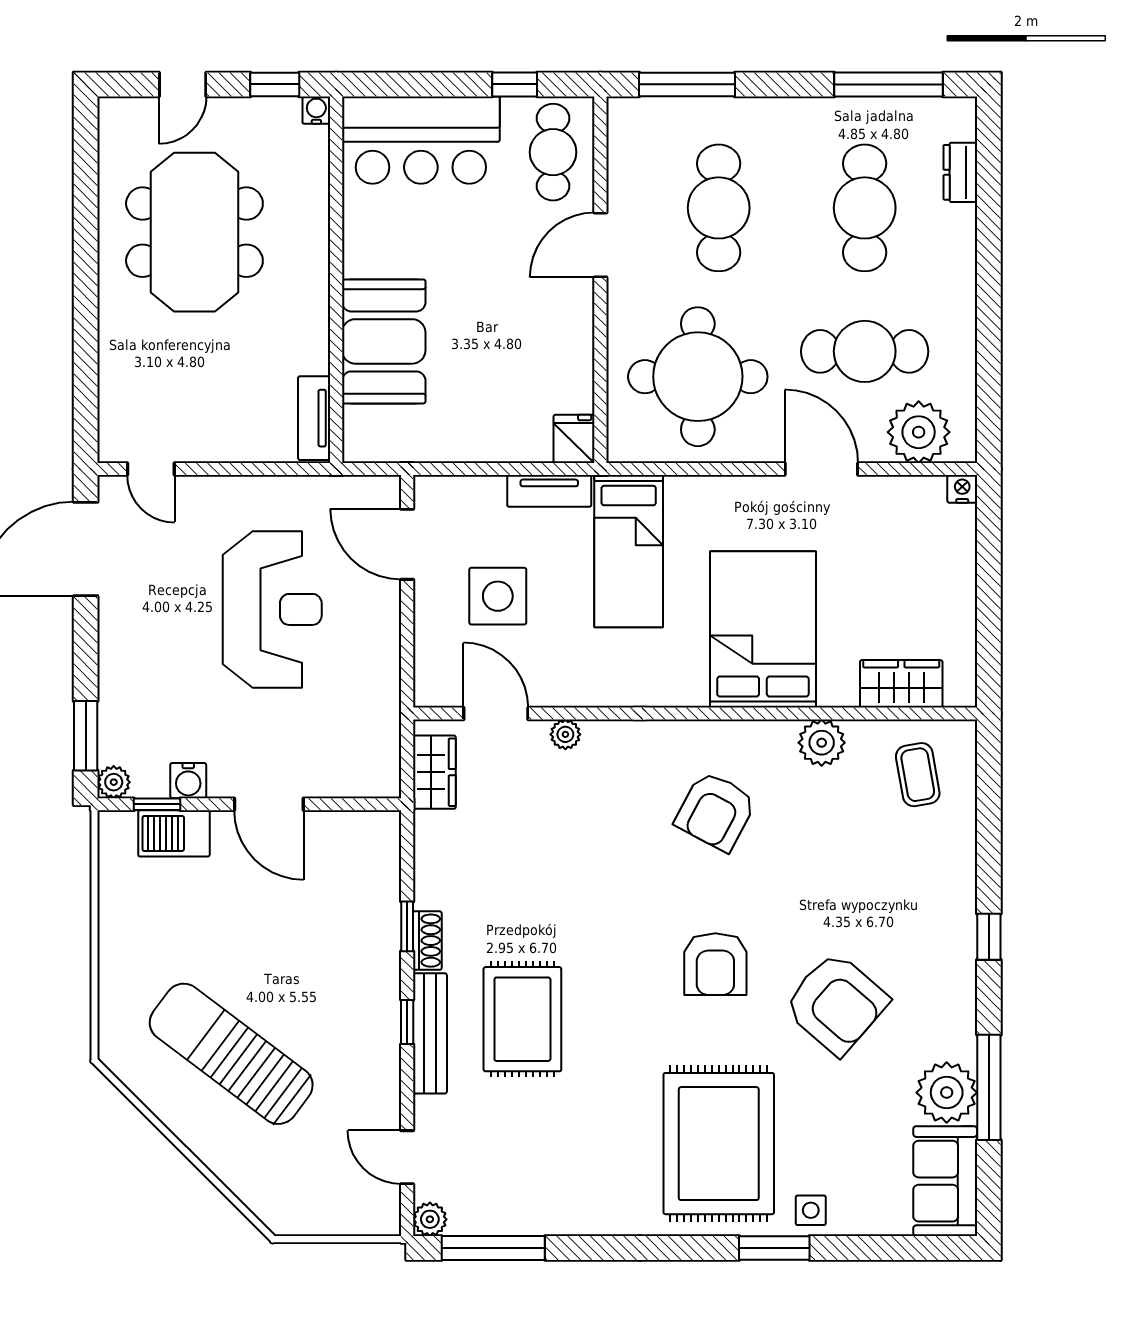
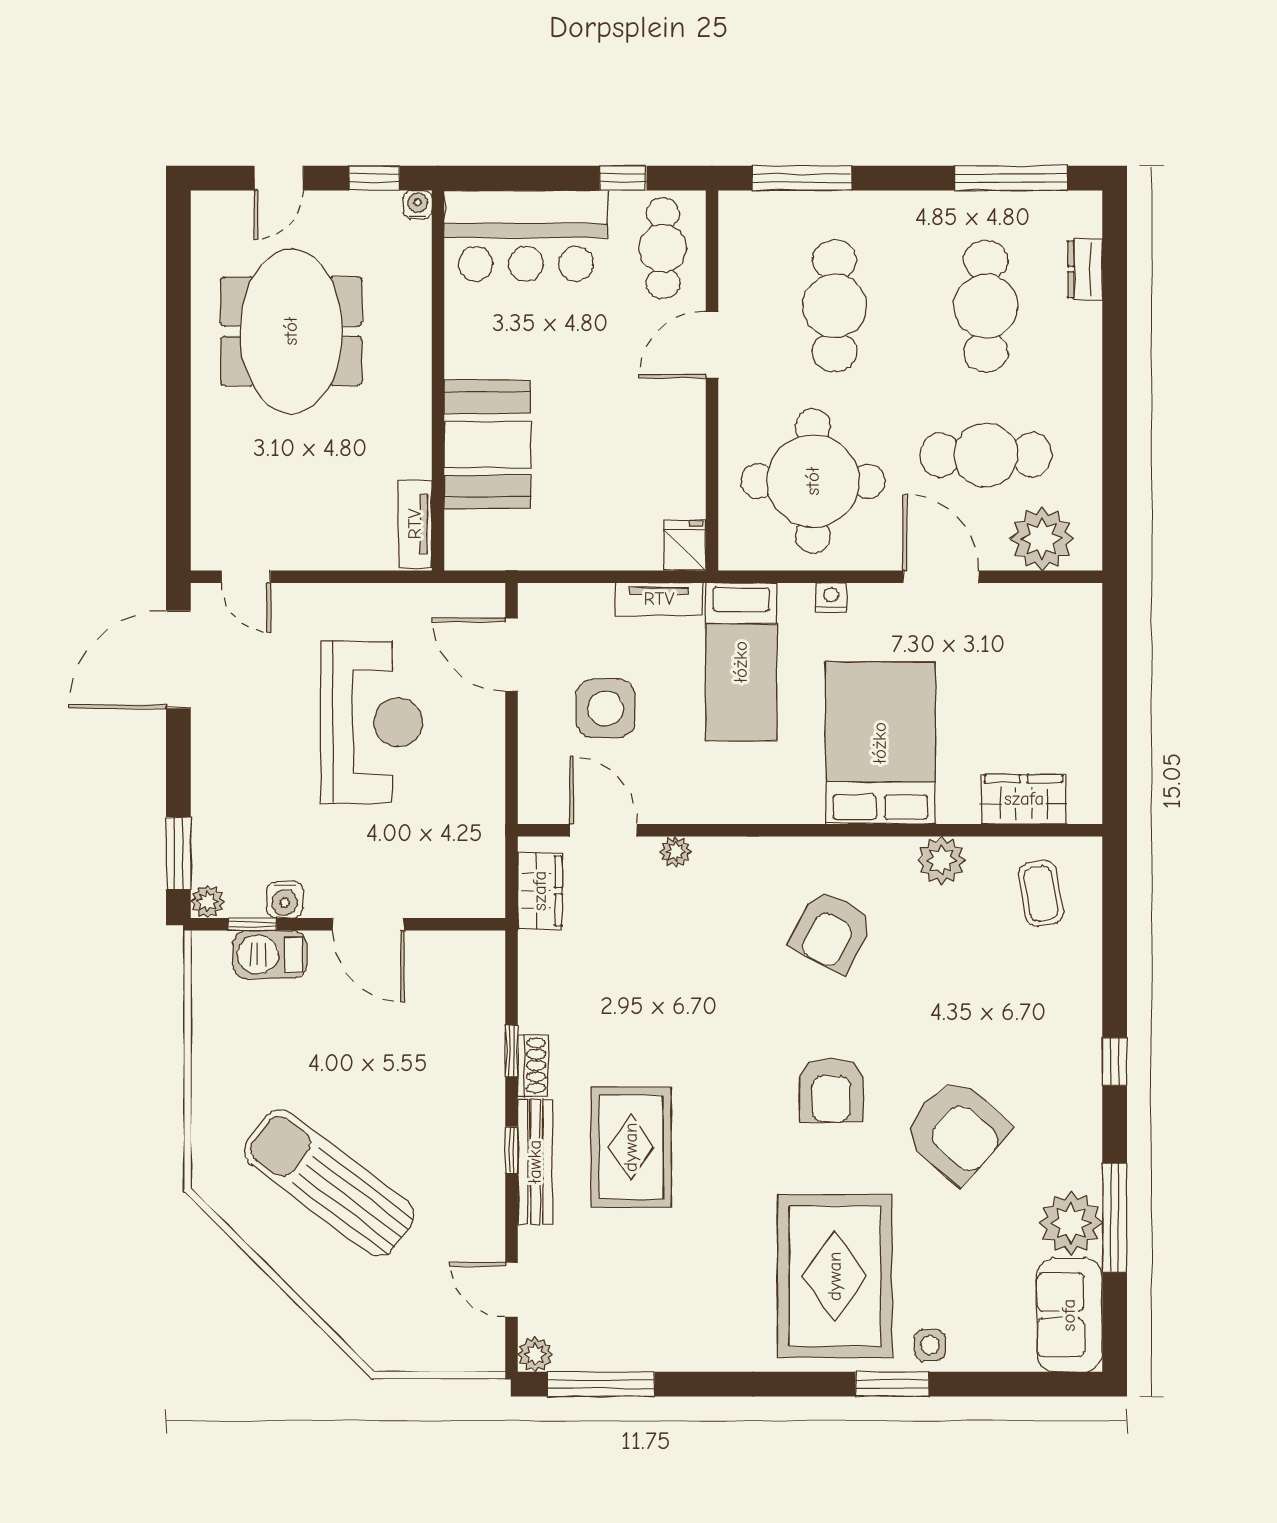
nightstand: (962, 489) -> (831, 597), moved

